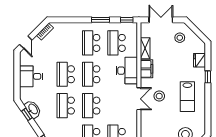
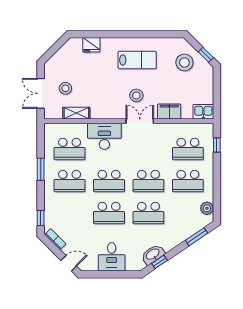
window: (127, 20) -> (41, 218), moved
stool: (180, 38) -> (65, 88), moved
filing cabinet: (146, 69) -> (169, 112), moved
window: (208, 77) -> (112, 34), removed

